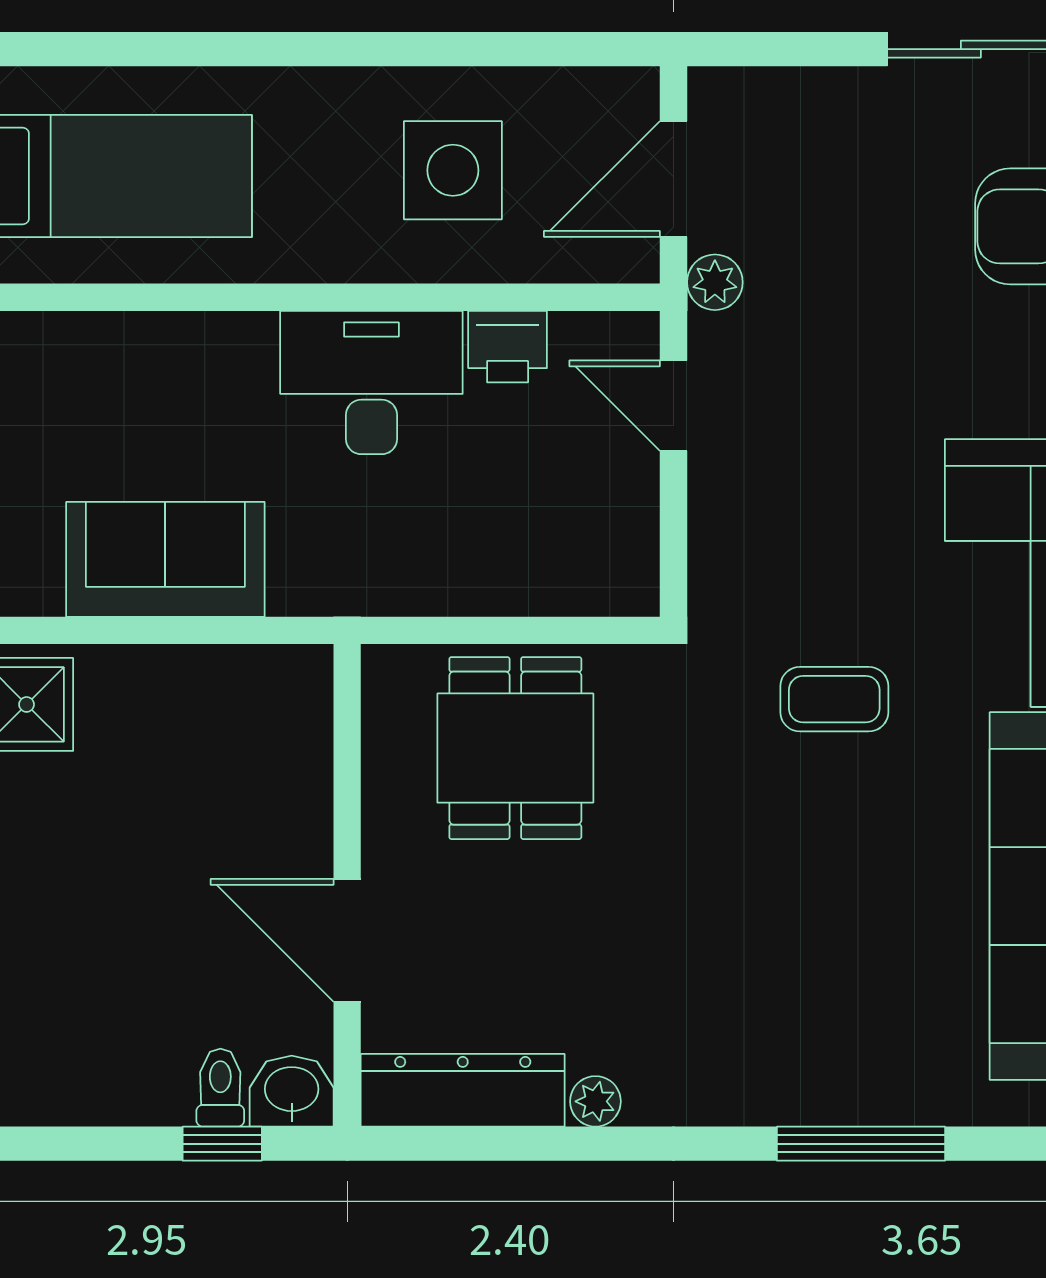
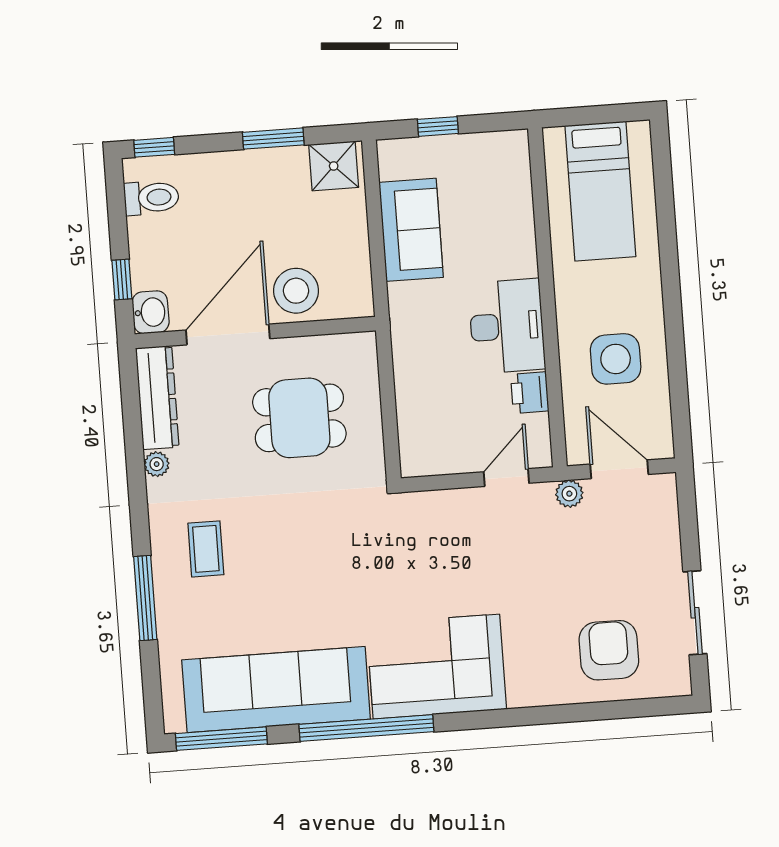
coffee table: (834, 699) -> (206, 549), moved
dining table: (515, 748) -> (299, 418), moved
stool: (270, 798) -> (296, 291), added
door: (347, 940) -> (228, 334), width x1.36
toilet: (220, 1088) -> (151, 198), moved, width x1.37, depth x1.39

